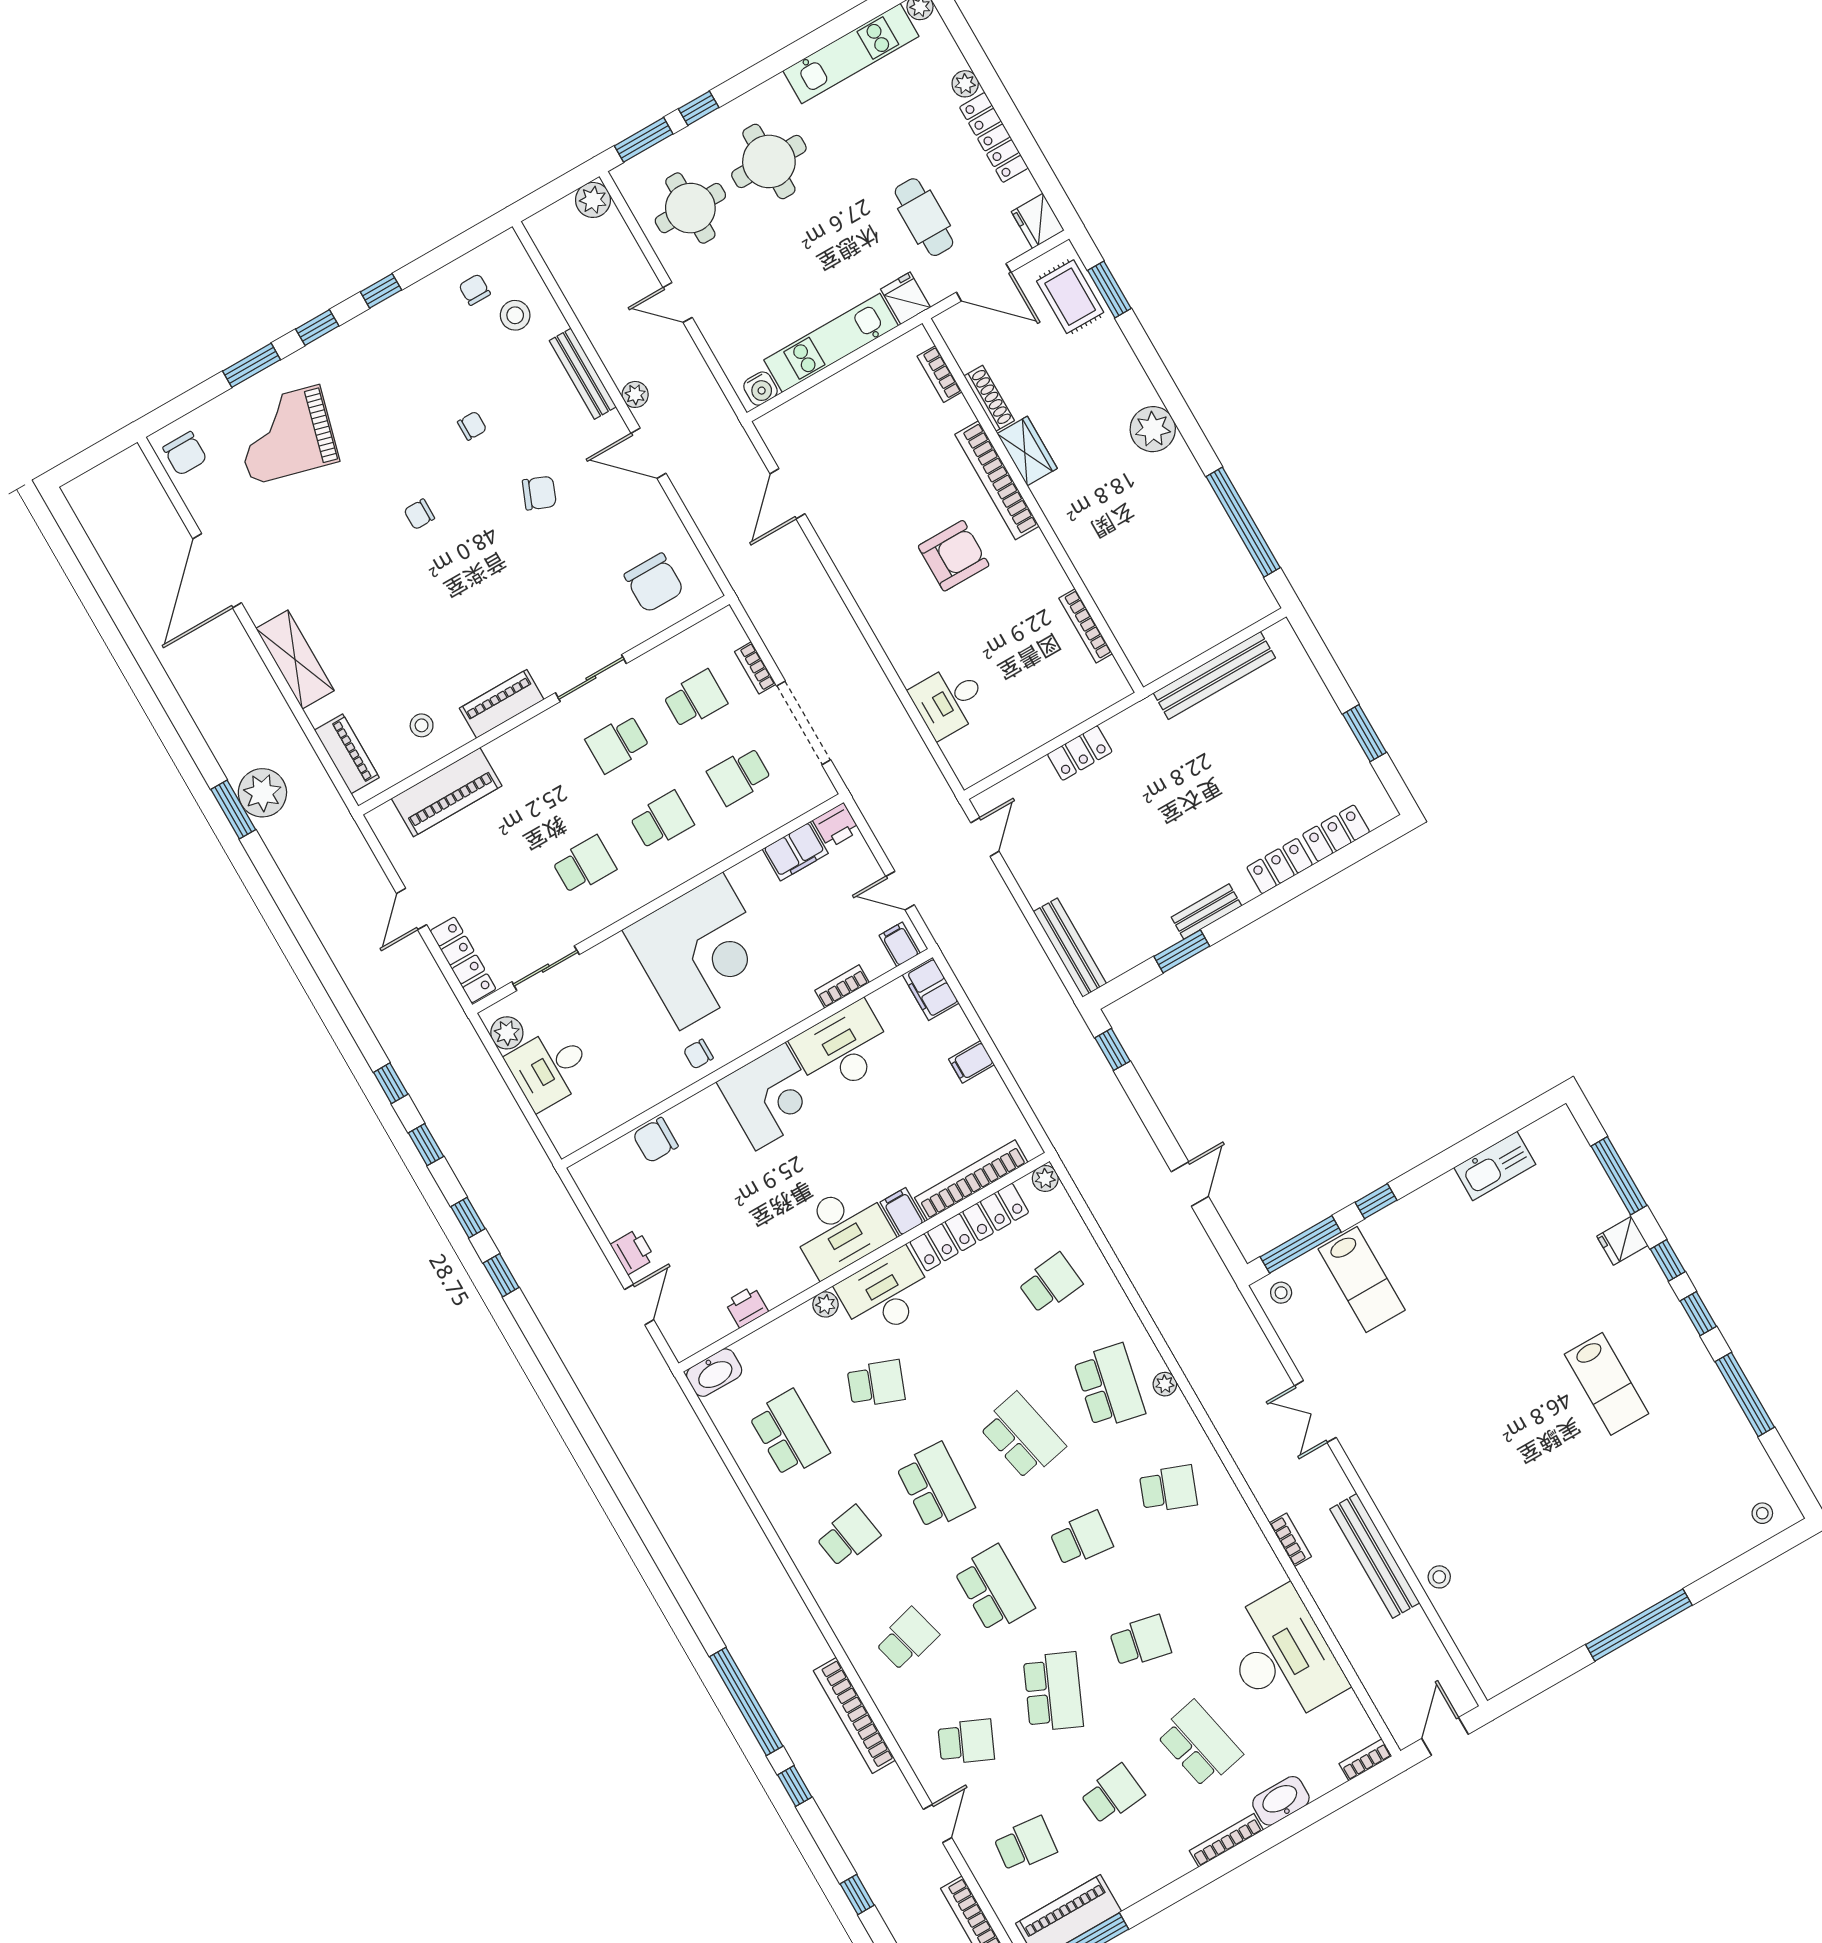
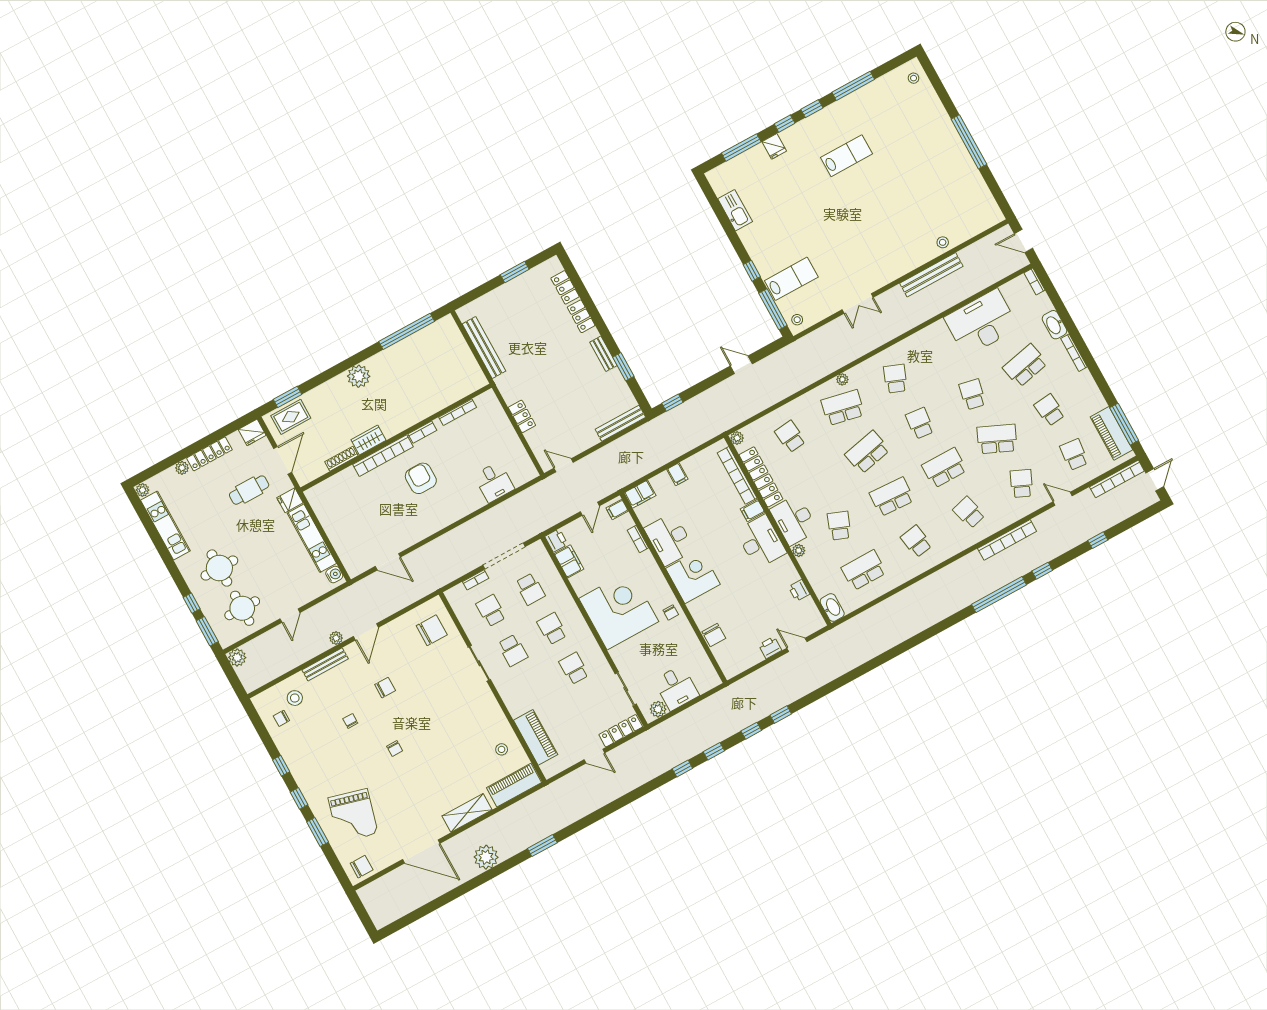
bookcase: (940, 374) -> (422, 432), moved
chair: (539, 493) -> (385, 688), turned 68
piano: (502, 704) -> (491, 709), removed
piano: (347, 754) -> (514, 785), width x1.37, depth x1.33
plant: (262, 793) -> (486, 857), moved
bookcase: (1290, 1540) -> (922, 317), removed

